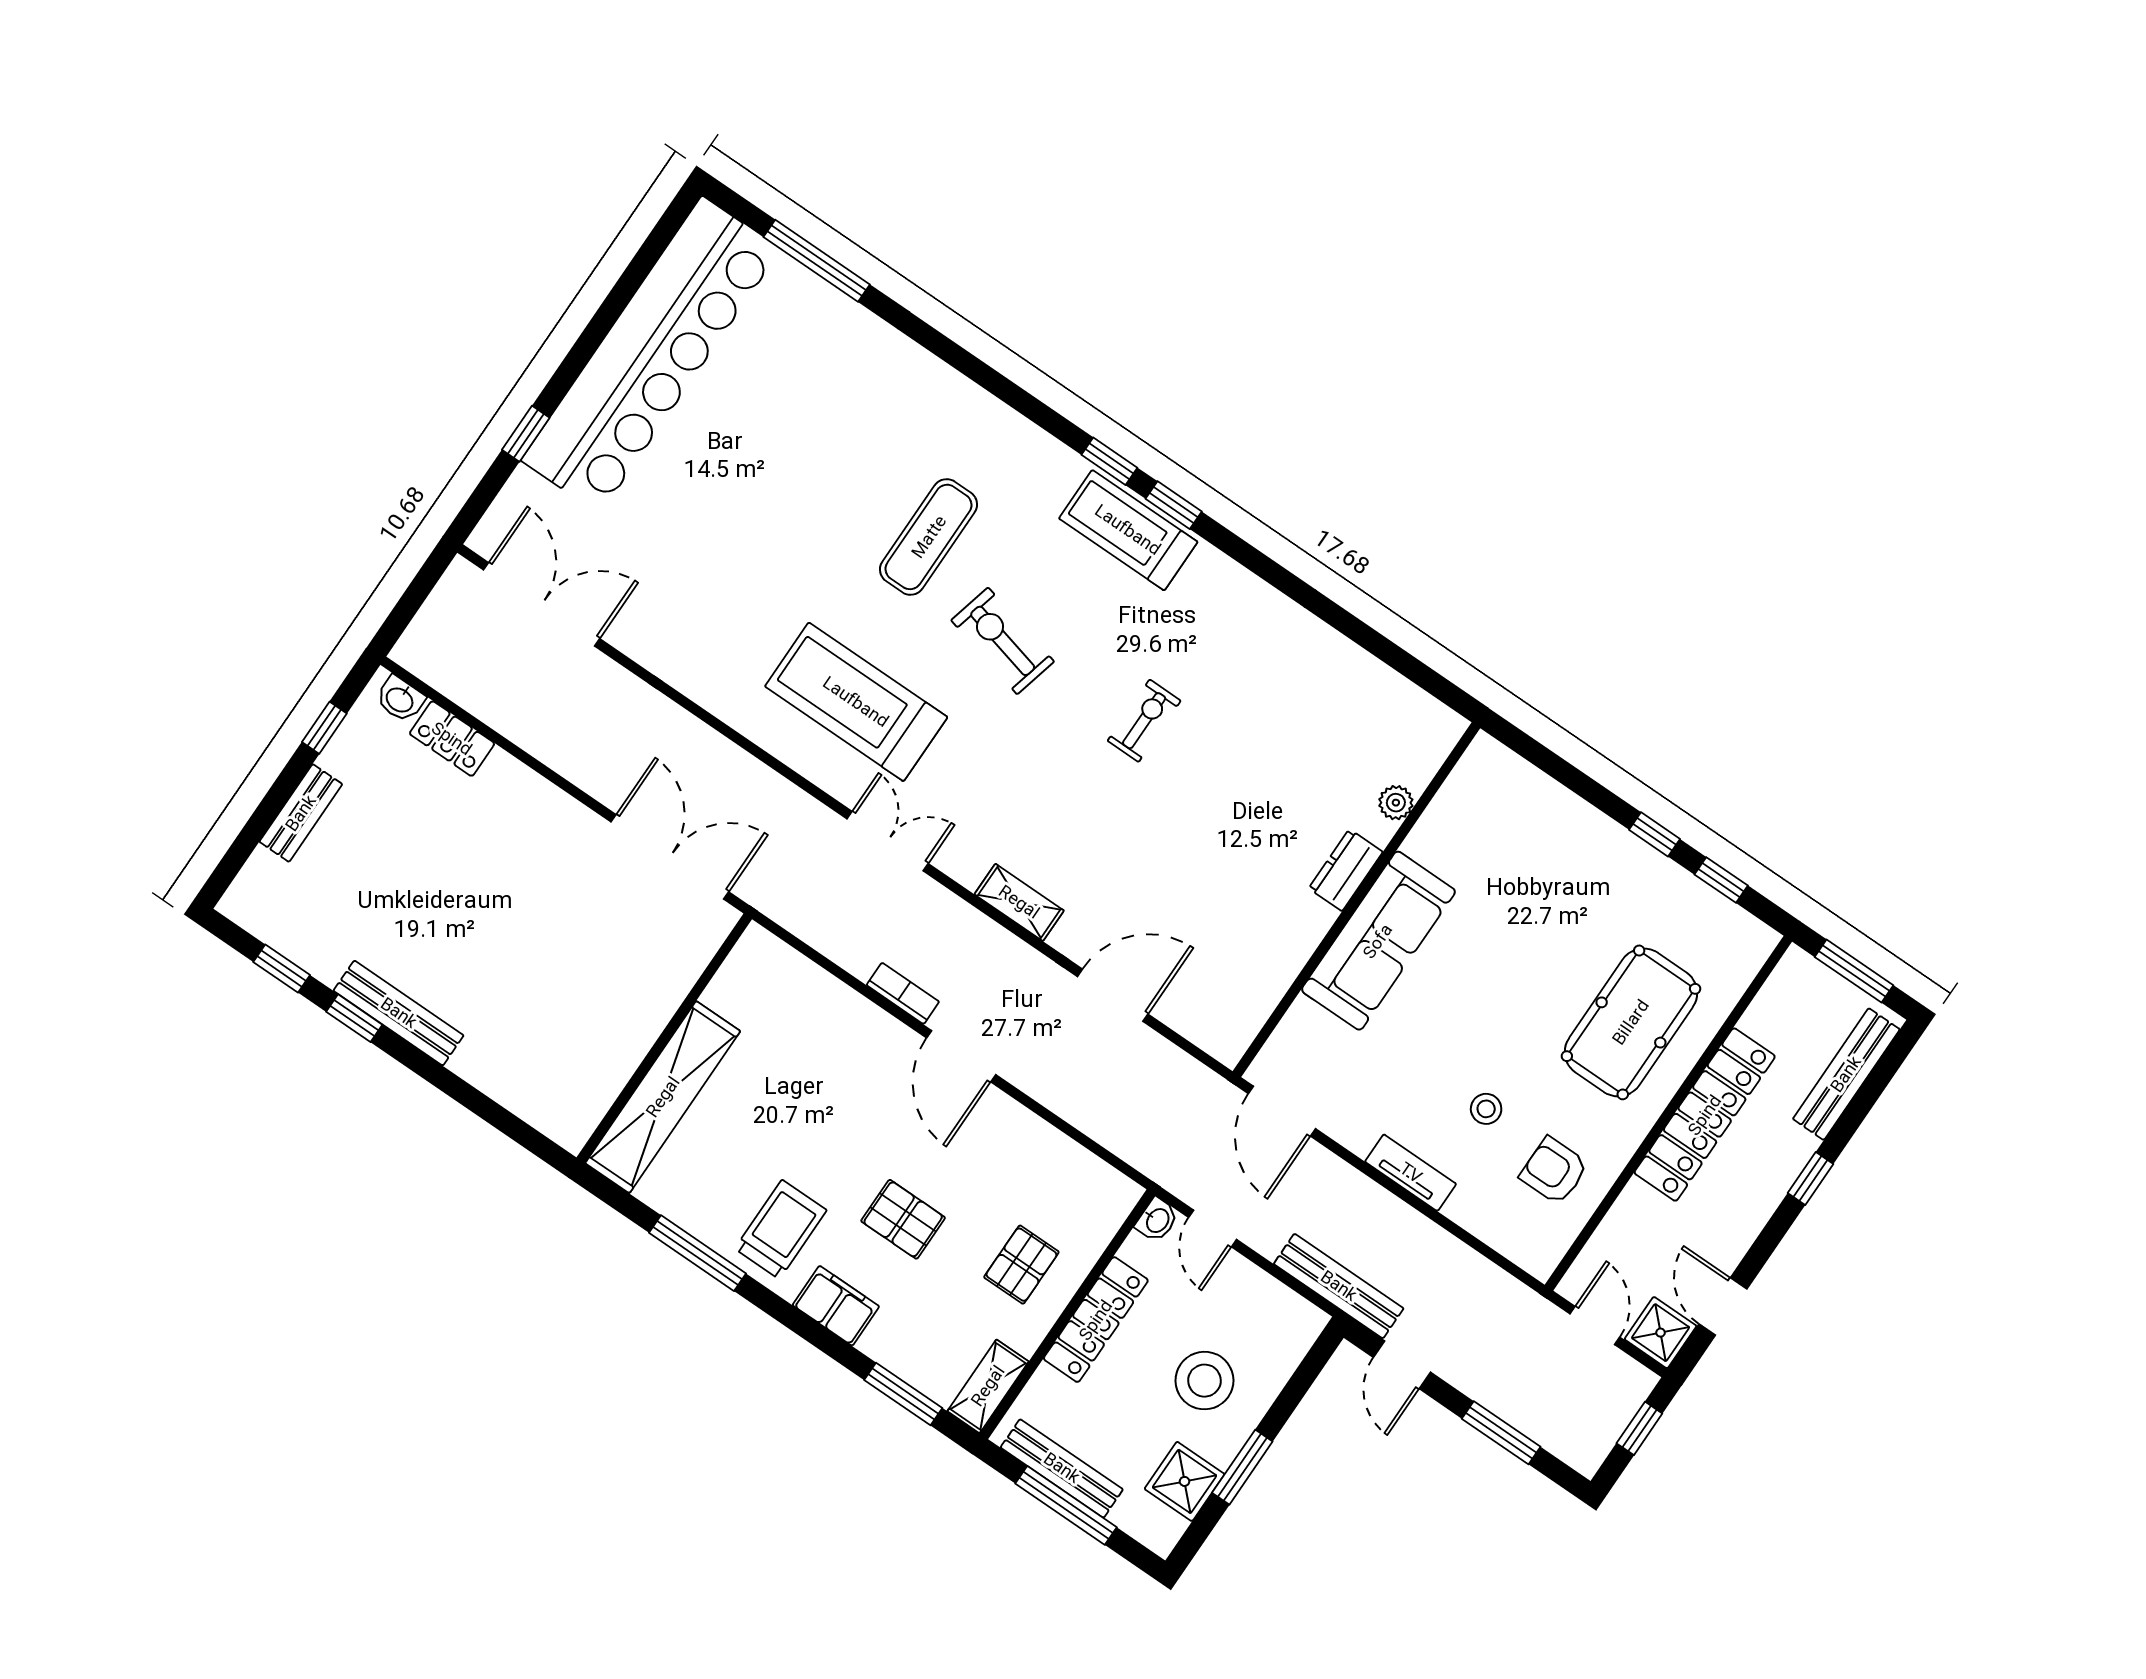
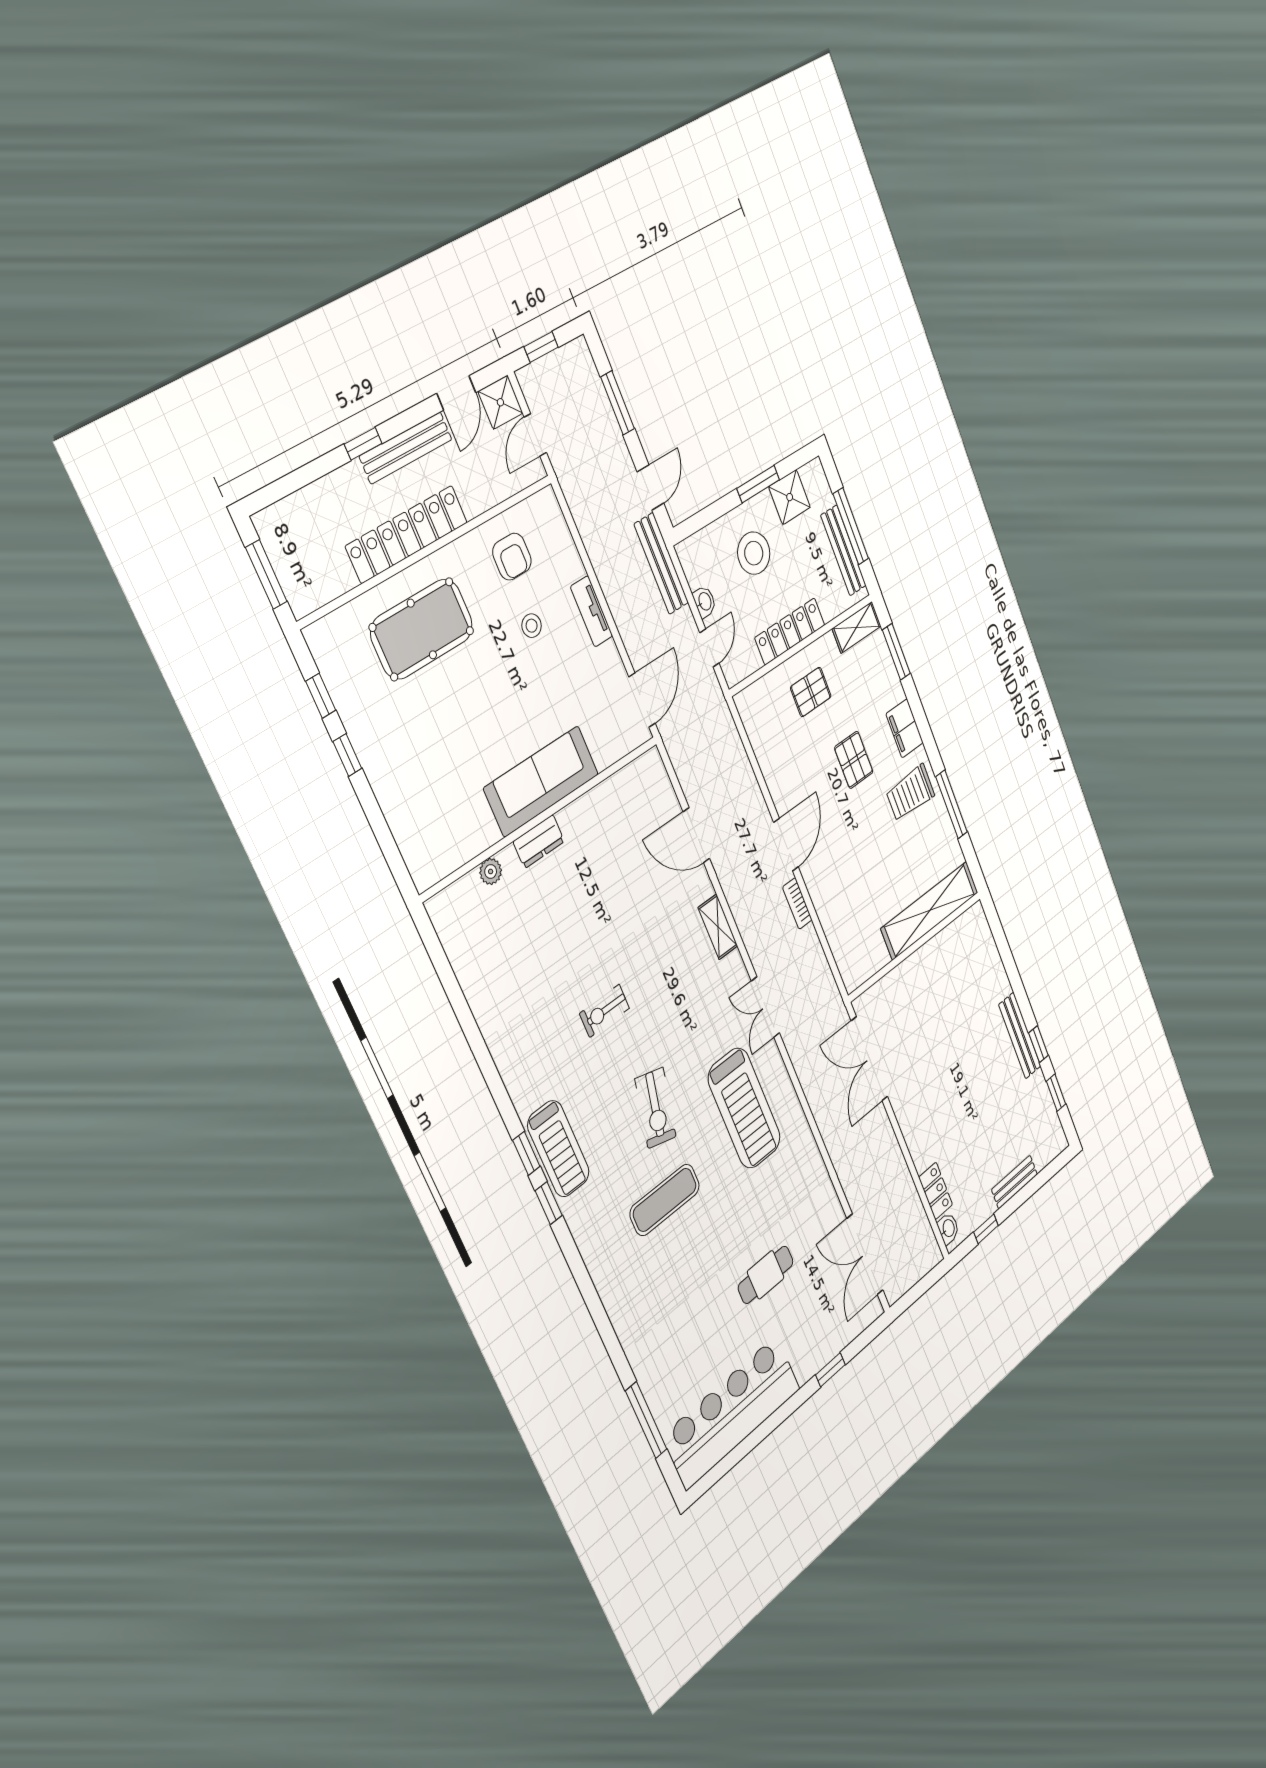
bar counter: (651, 355) -> (732, 1412), width x0.73
cafe table: (708, 511) -> (766, 1275), added
bench: (1846, 1074) -> (406, 448), moved
washbasin: (1157, 1220) -> (704, 602), moved, turned 90

